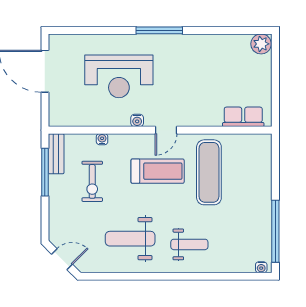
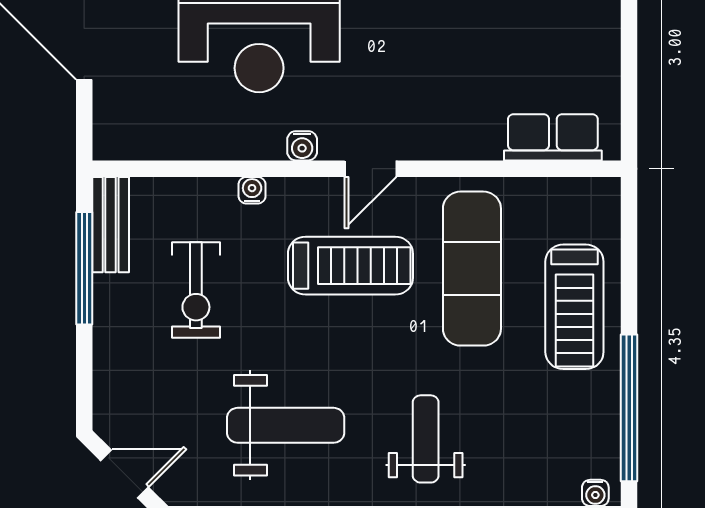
water cooler: (102, 139) -> (252, 190), moved
treadmill: (252, 189) -> (574, 307), added
weight bench: (130, 239) -> (286, 425), turned 180
weight bench: (189, 244) -> (426, 439), turned -90

